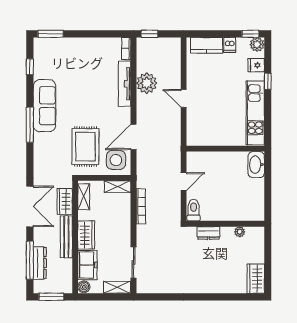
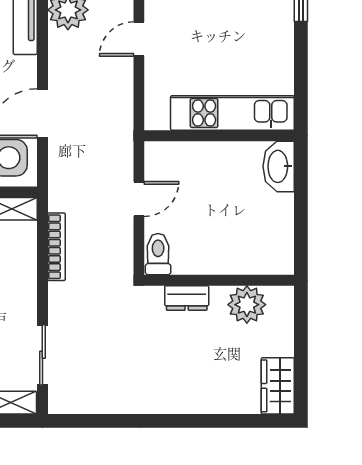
door: (184, 98) -> (139, 39), hinge flipped
kitchen unit: (255, 113) -> (232, 113), moved, turned 90
plant: (240, 232) -> (247, 305), width x1.87, depth x1.87

